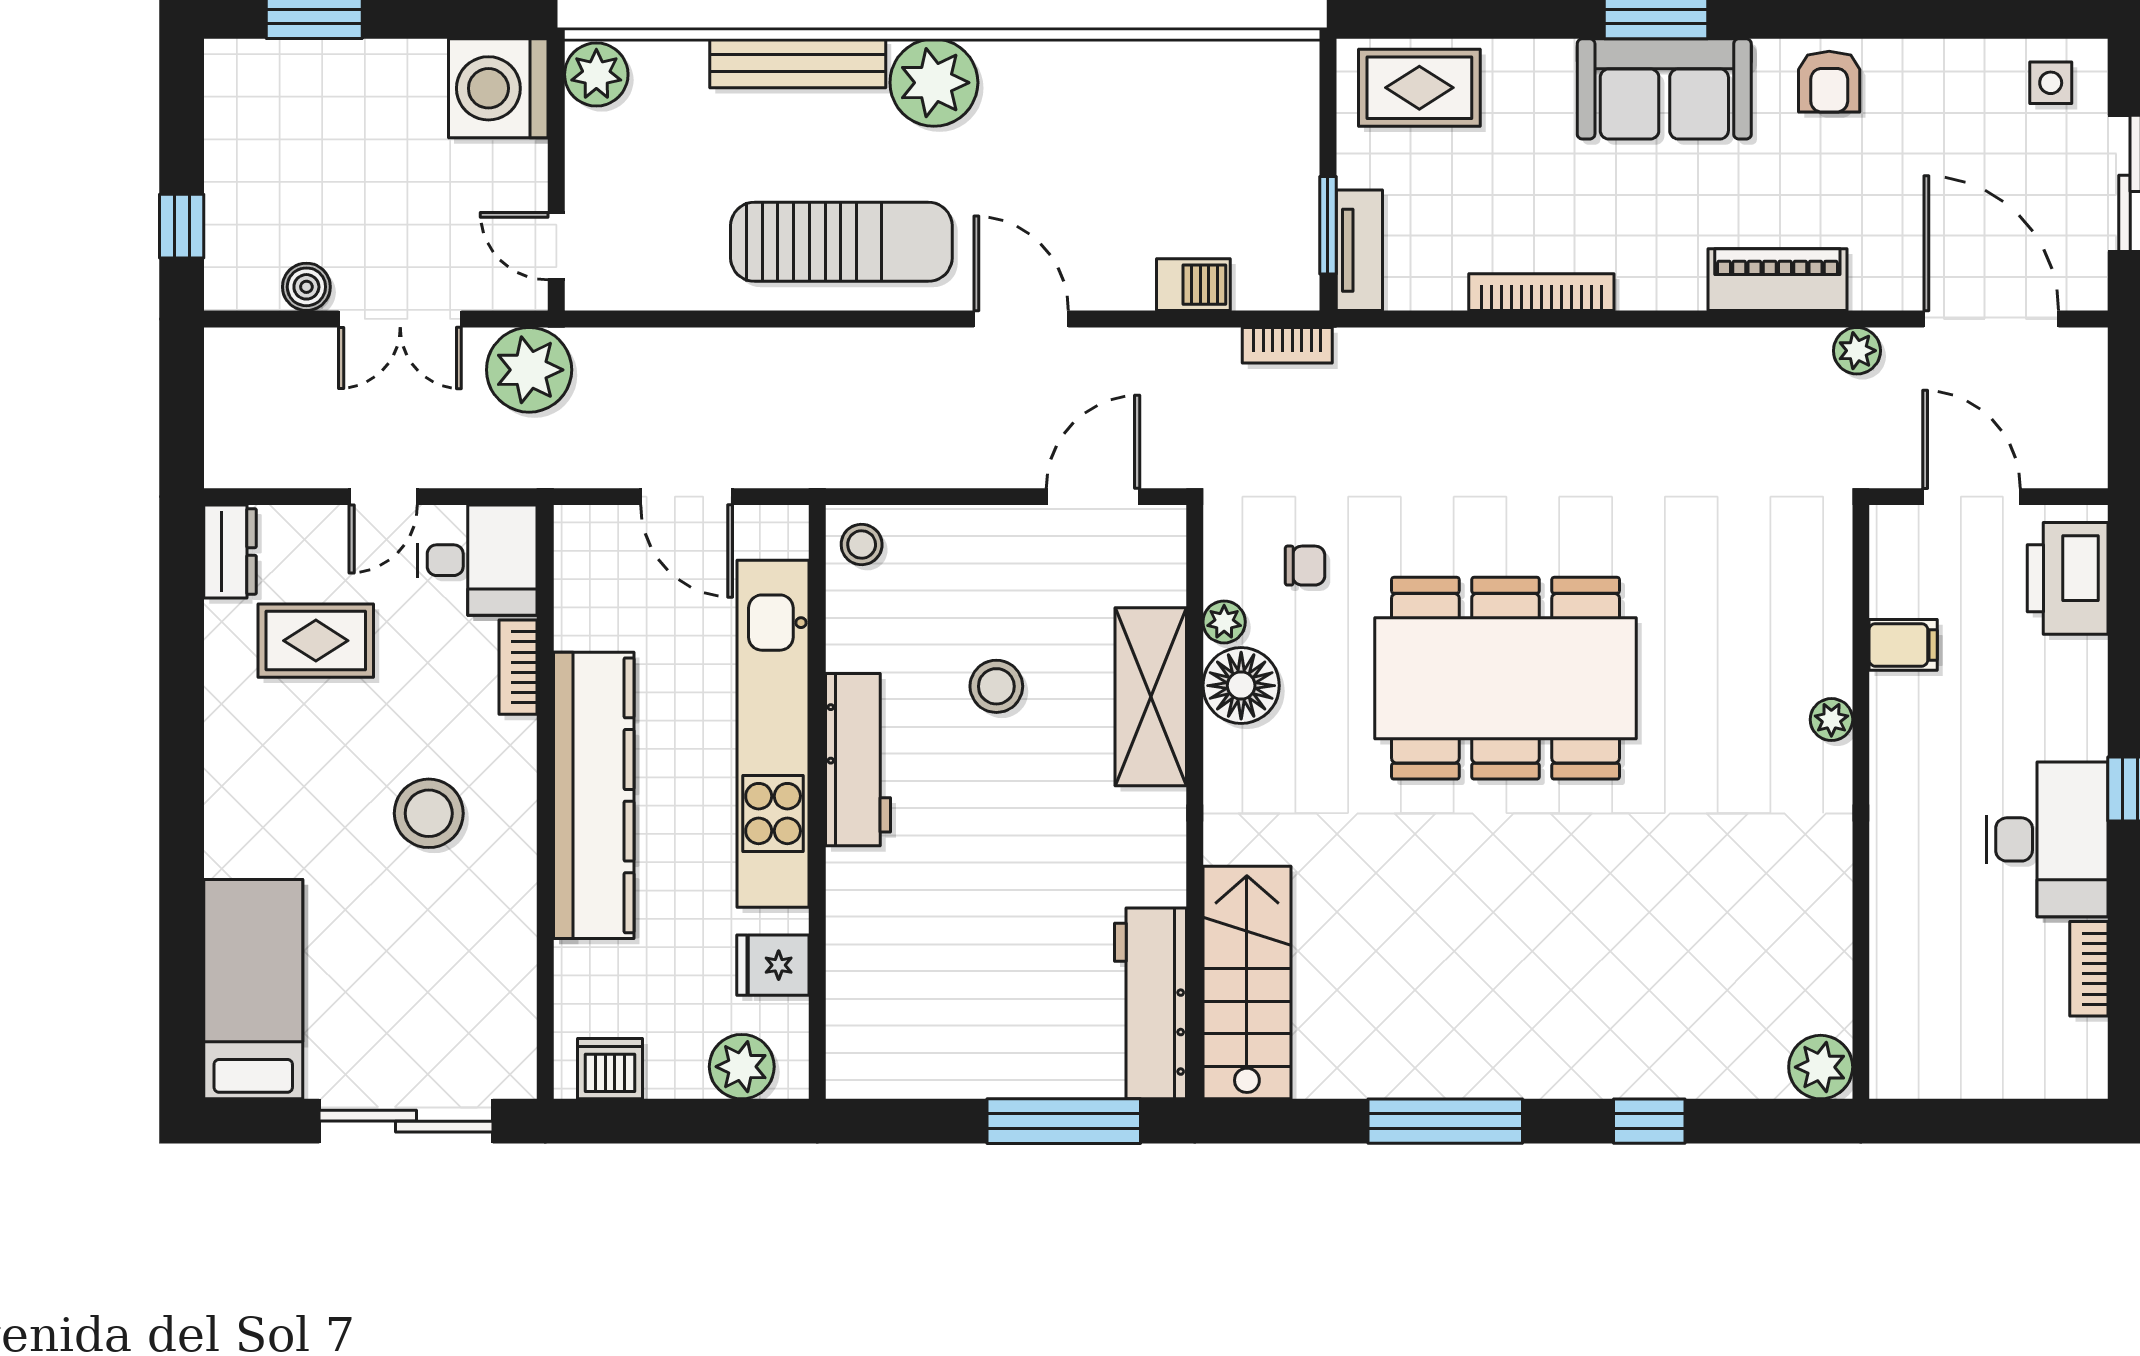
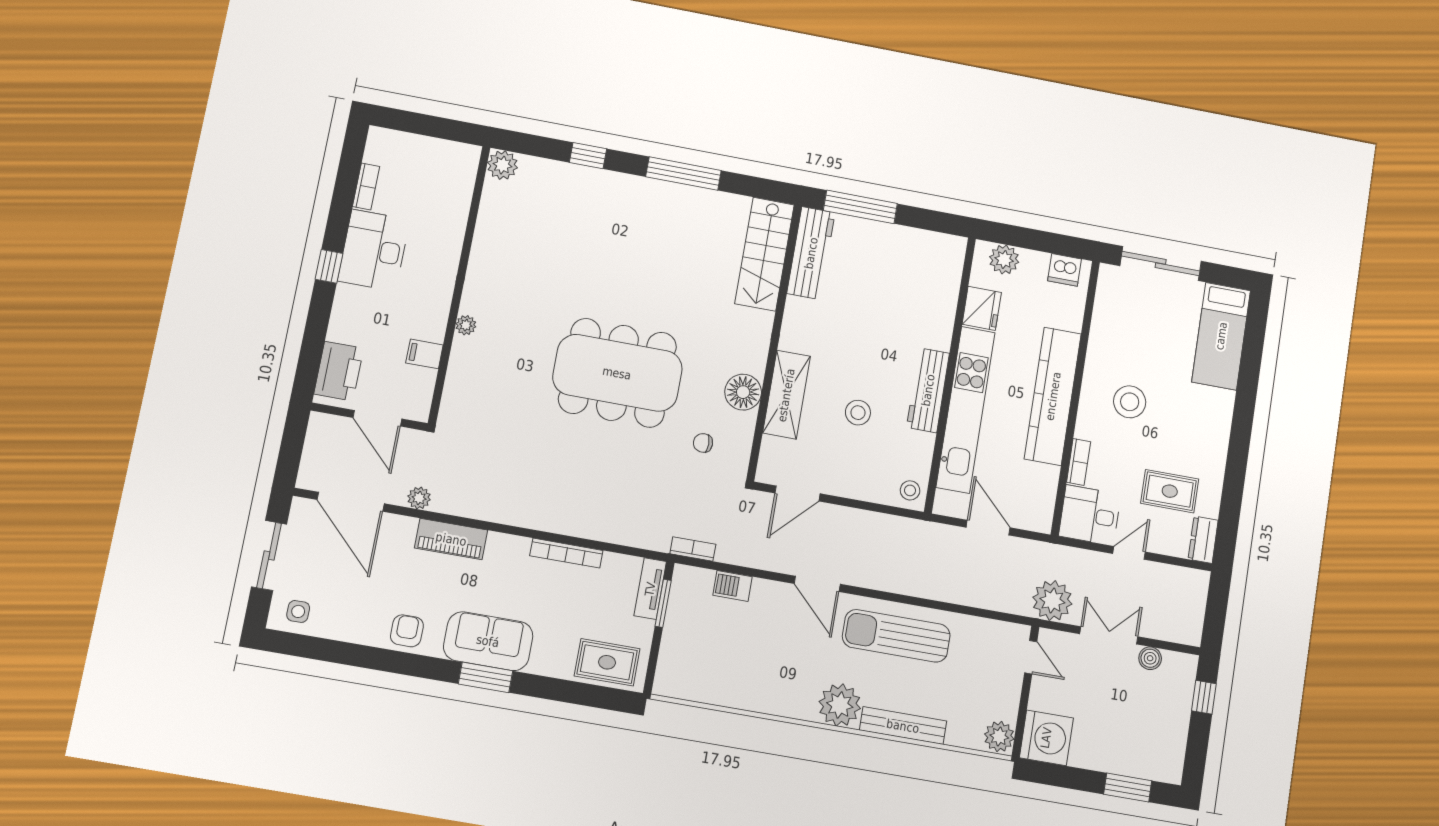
plant: (1224, 622) -> (746, 423), removed
fridge: (773, 965) -> (982, 308), width x1.38

